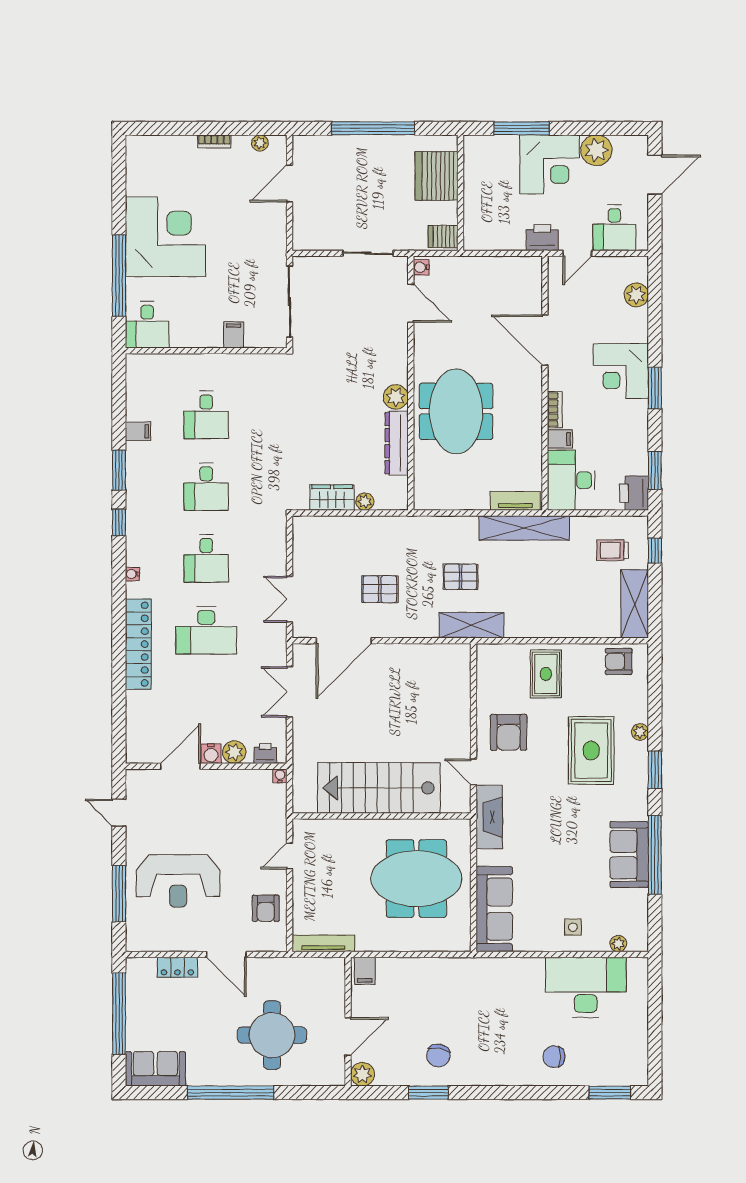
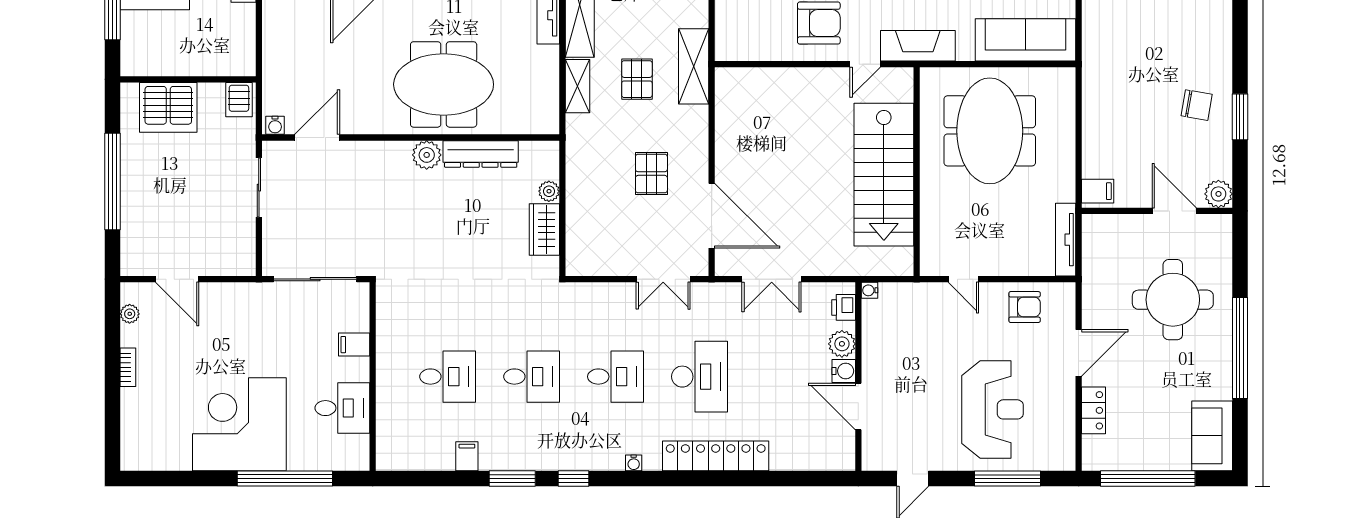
desk: (147, 325) -> (342, 408), moved
shelving: (455, 526) -> (577, 86), added

